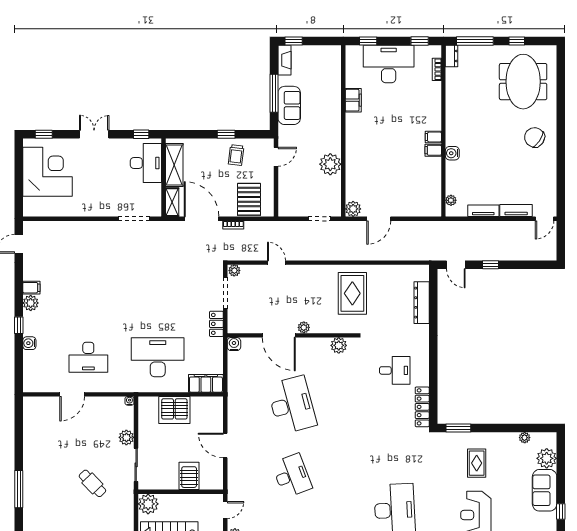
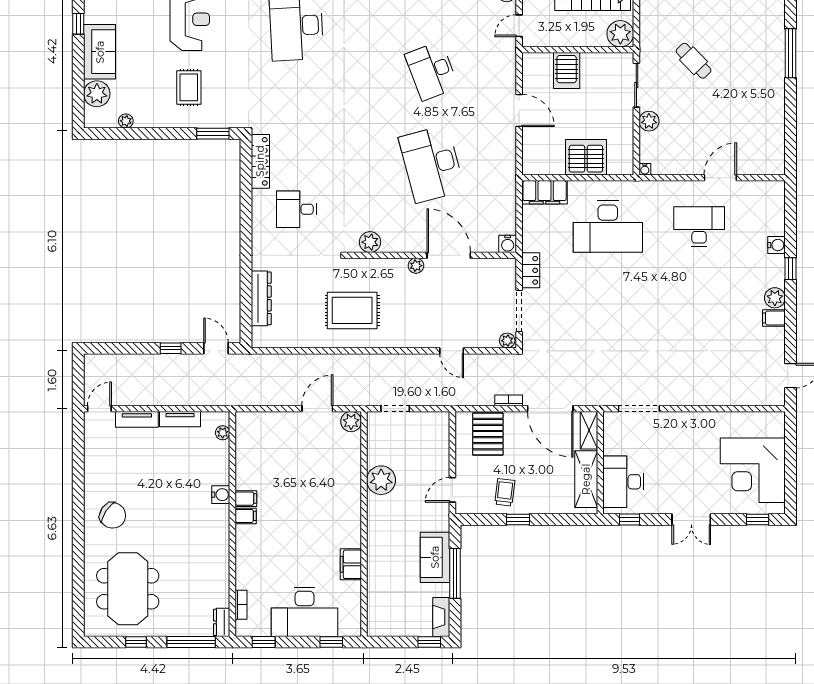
rug: (352, 293) -> (352, 310), turned 90

